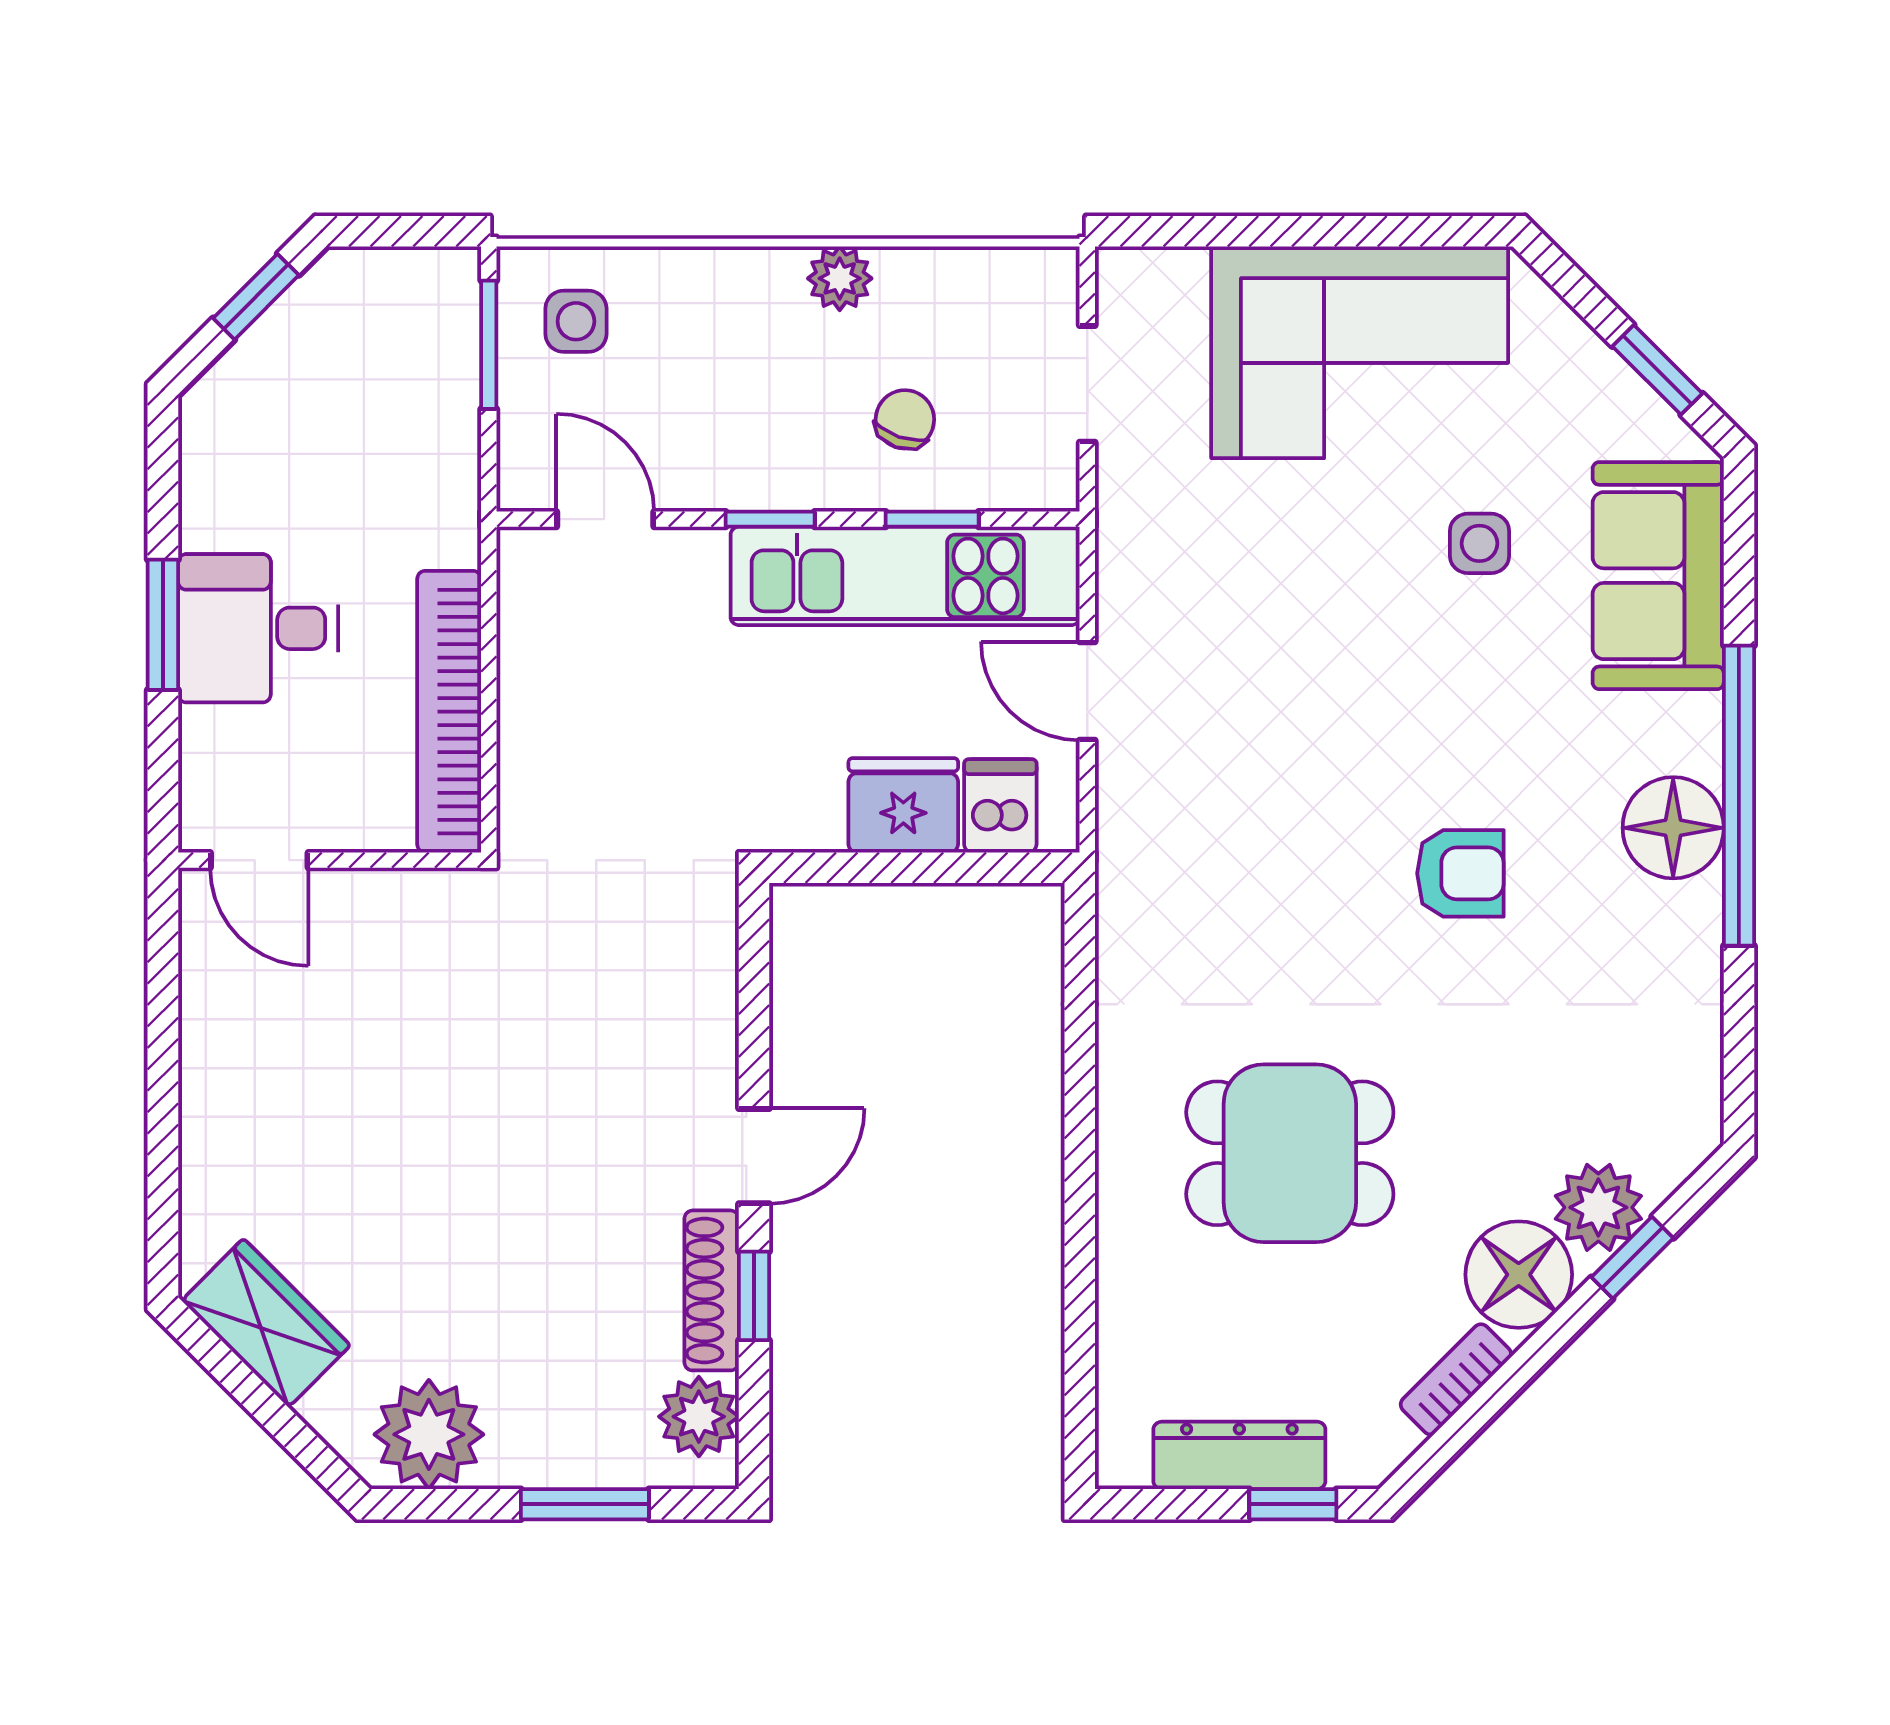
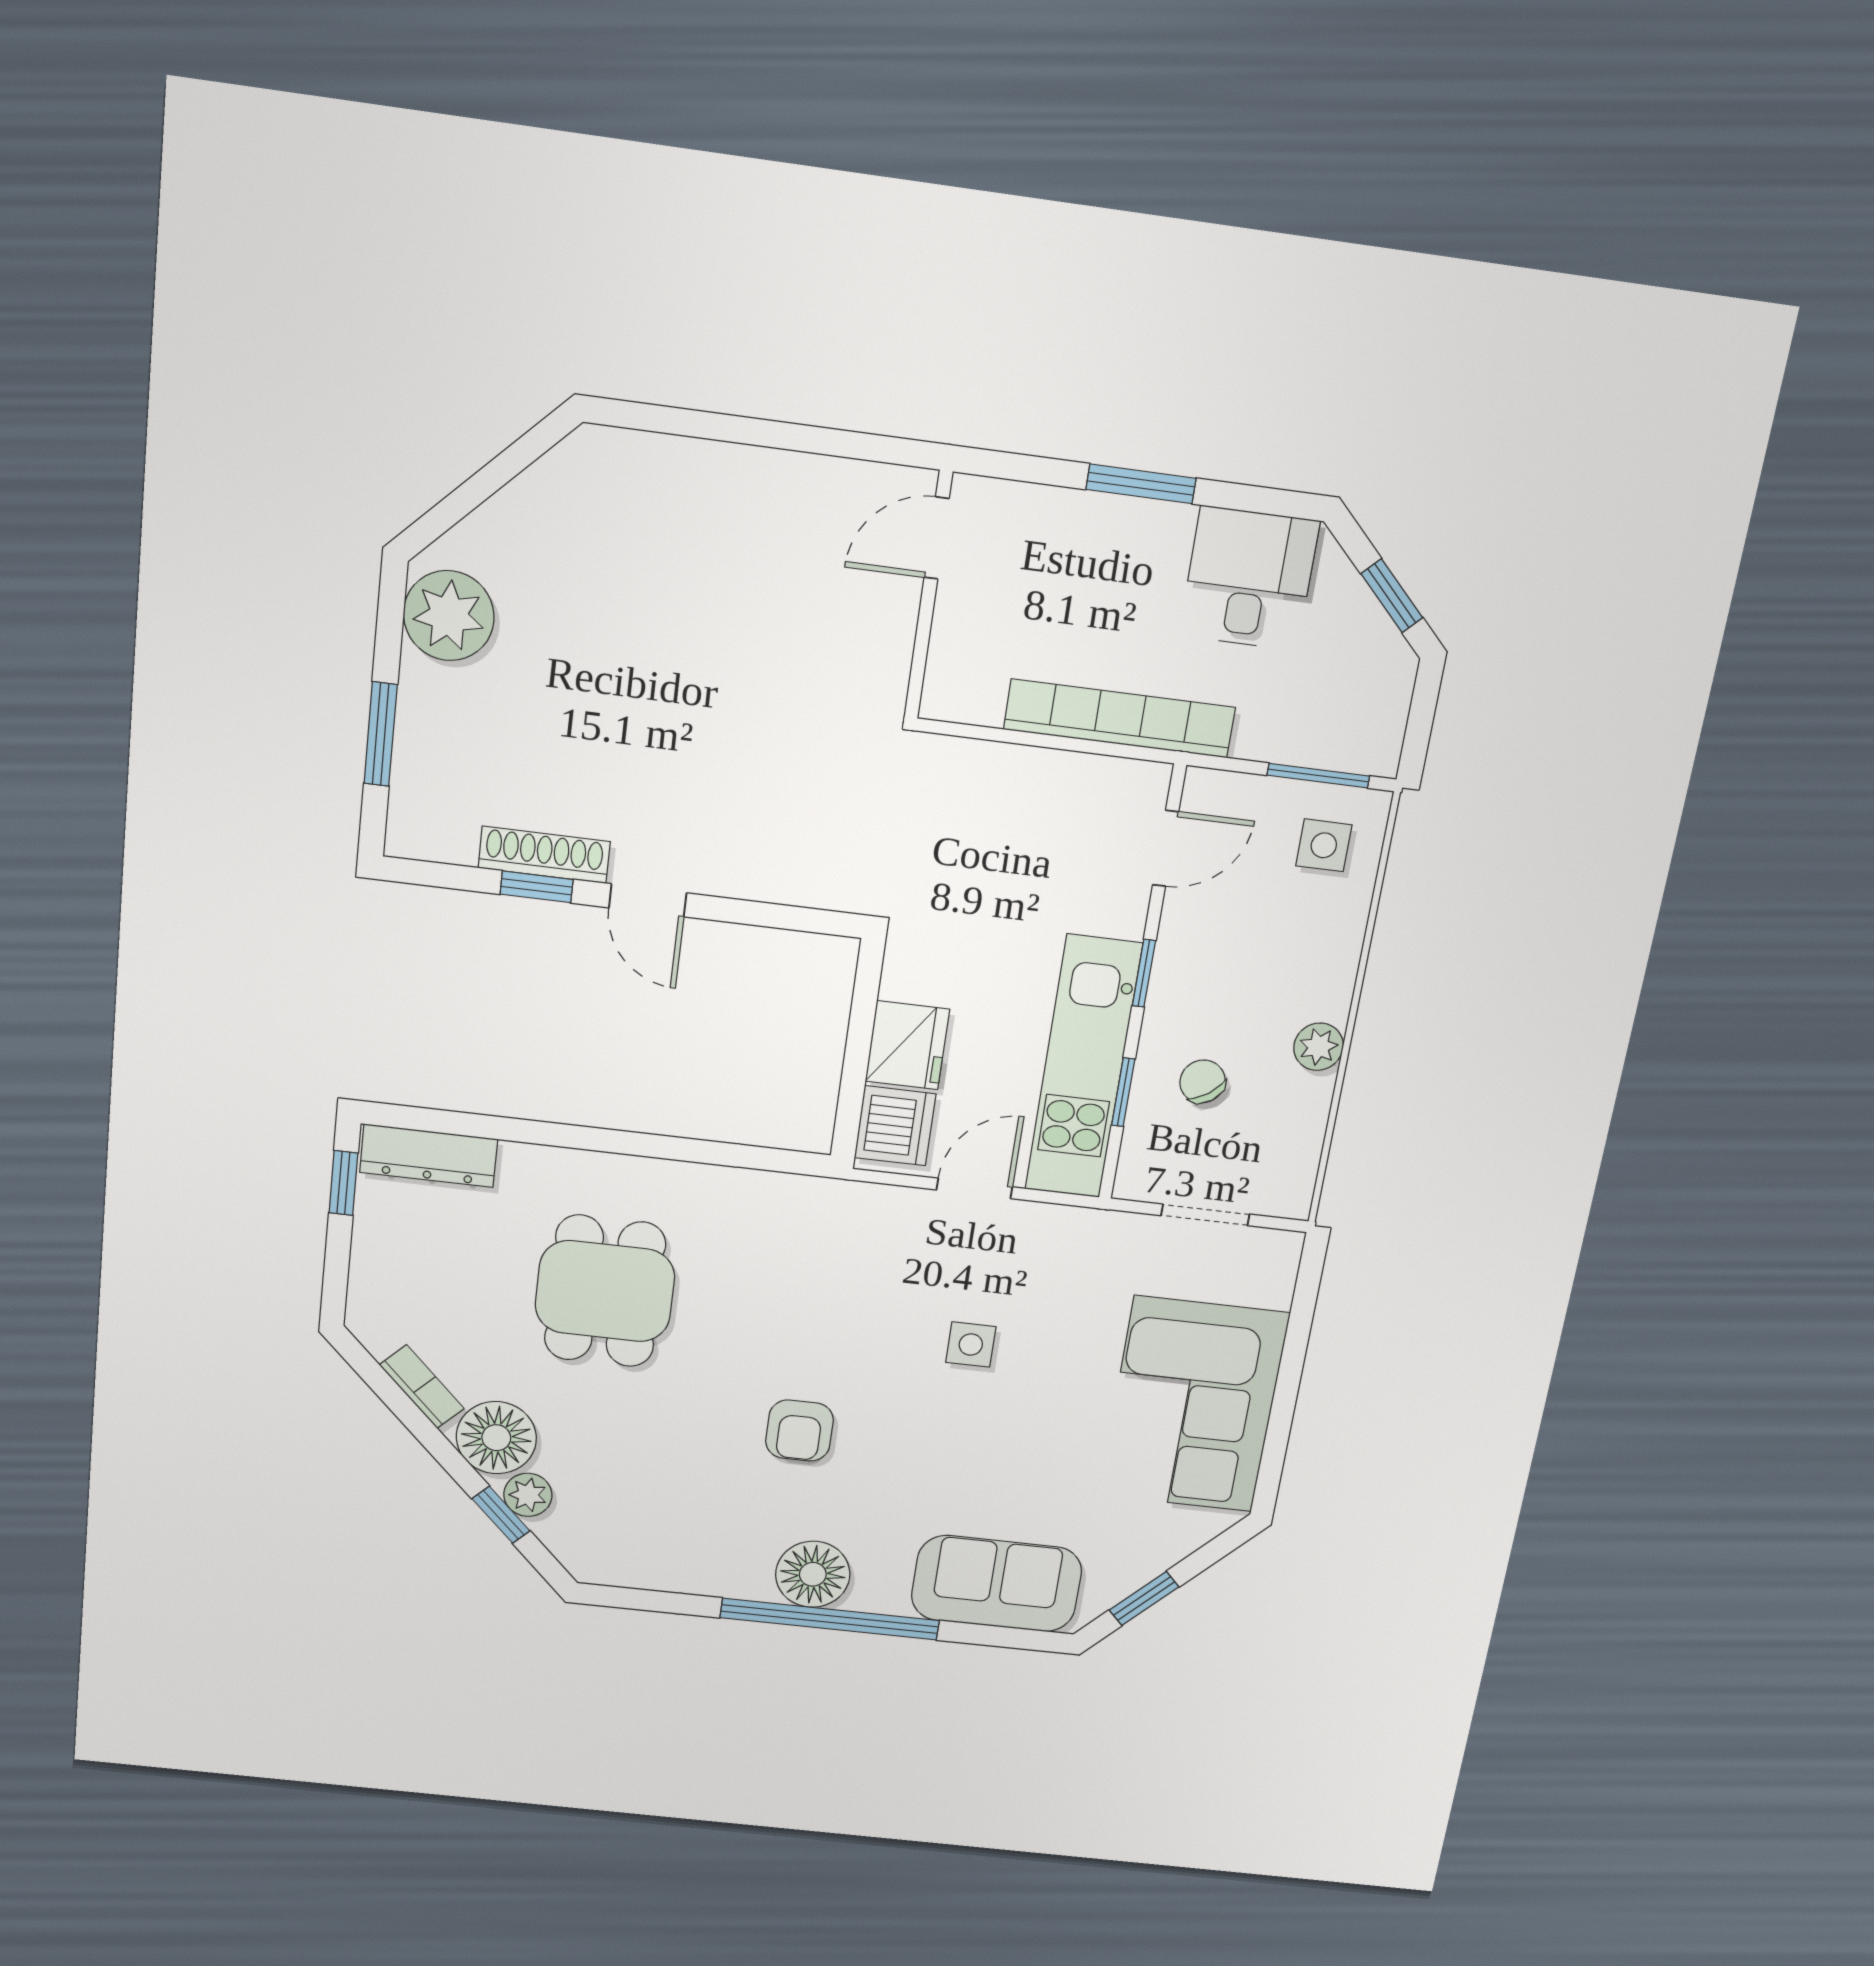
chair: (905, 419) -> (1203, 1081), turned -145
side table: (1480, 543) -> (971, 1345), moved
desk: (258, 628) -> (1249, 578), moved
bookcase: (449, 712) -> (1119, 718), moved
dishwasher: (1000, 806) -> (895, 1126), width x1.38
plant: (1598, 1207) -> (528, 1495), width x0.73, depth x0.73
wardrobe: (266, 1323) -> (554, 493), removed
plant: (699, 1417) -> (444, 832), removed
dresser: (1239, 1455) -> (429, 1156), moved, turned 90
window: (1293, 1504) -> (343, 1183), moved

